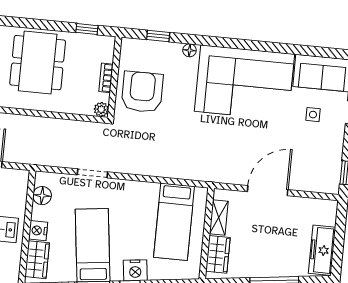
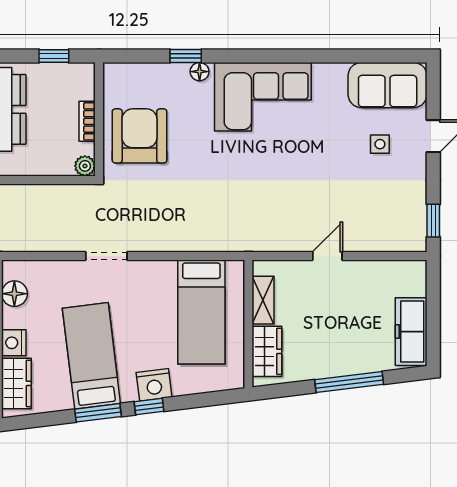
window: (158, 36) -> (186, 56), moved
corner sofa: (244, 83) -> (263, 97), width x0.73, depth x0.74
doorway: (92, 173) -> (106, 256), moved
door: (268, 191) -> (327, 256), width x0.53

